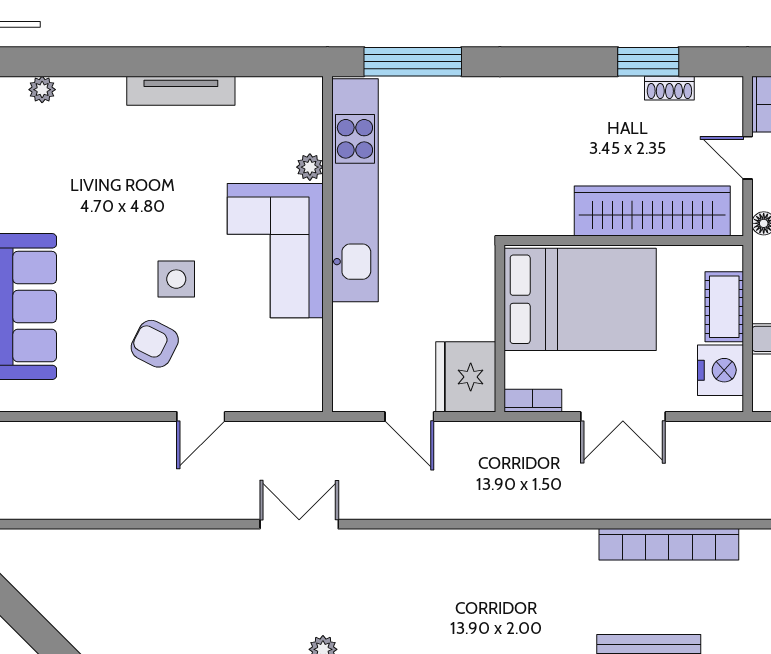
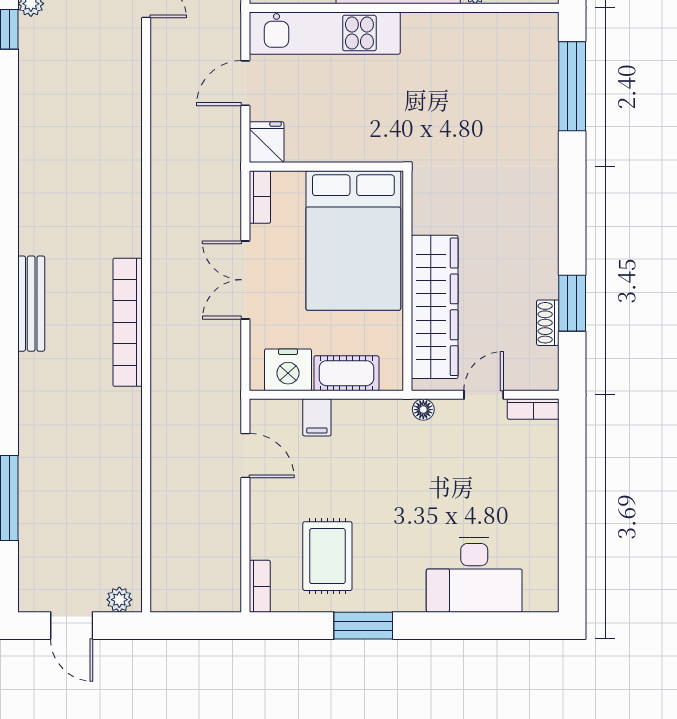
kitchen unit: (355, 190) -> (325, 33), moved, width x0.73
fridge: (466, 377) -> (267, 142), width x0.53, depth x0.75

